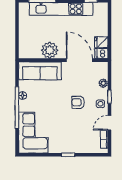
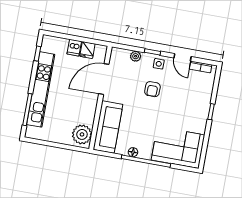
plant: (50, 50) -> (82, 134), moved
dishwasher: (101, 53) -> (74, 48), moved

